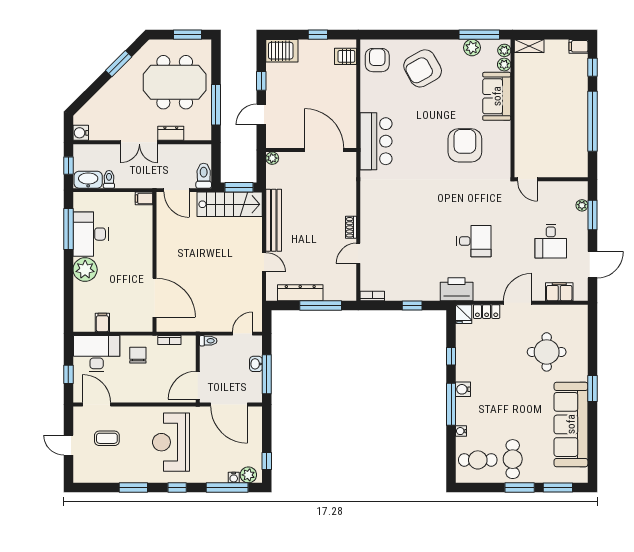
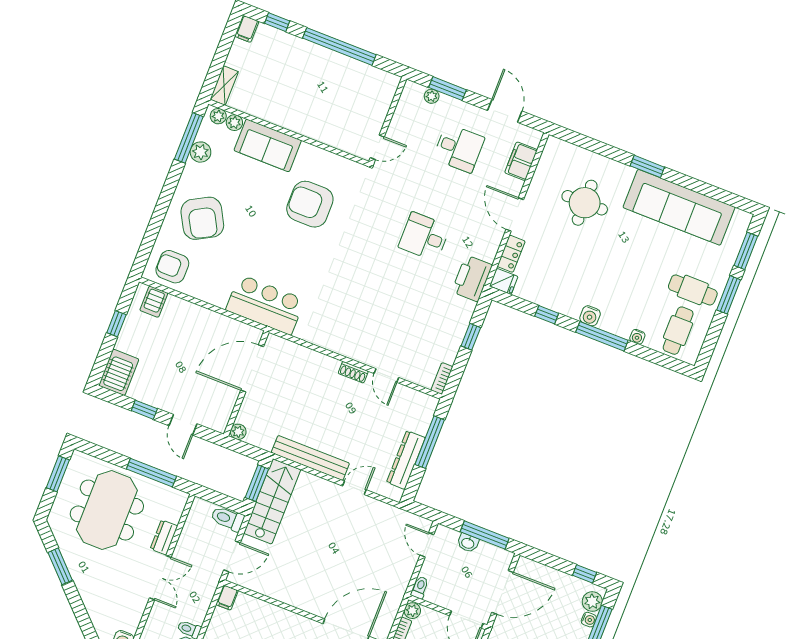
desk: (474, 241) -> (424, 237), turned -90
plant: (189, 342) -> (412, 611), added

